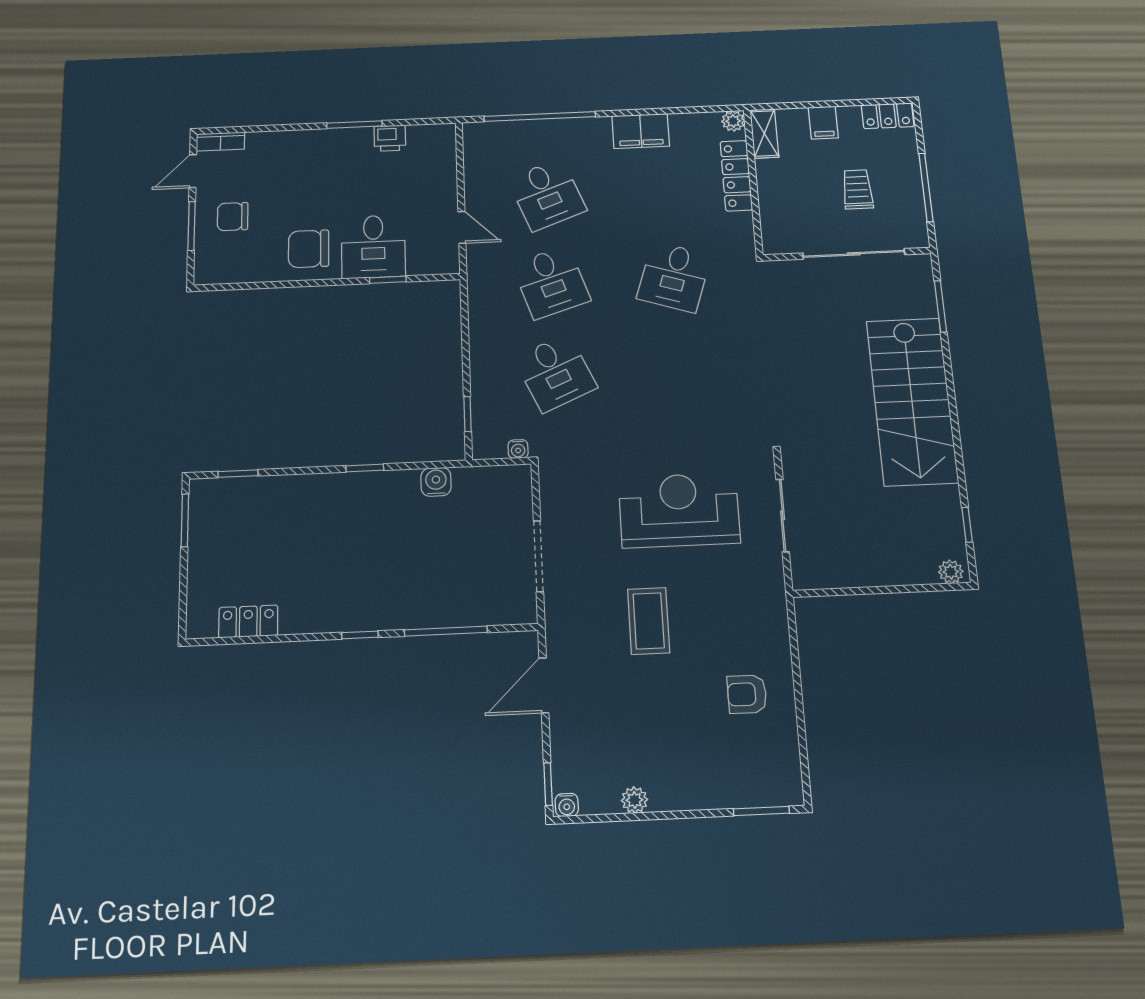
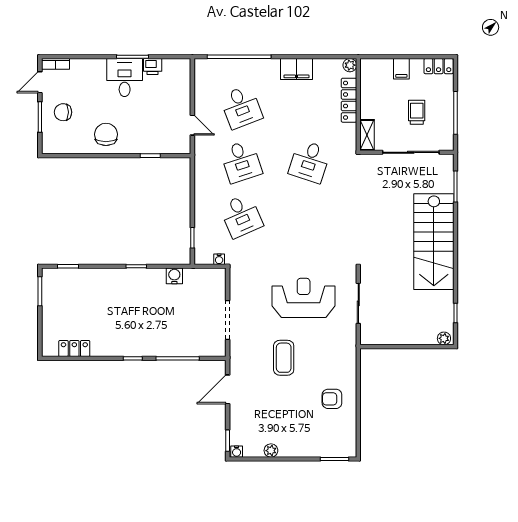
shelving: (764, 133) -> (367, 135), moved
desk: (373, 247) -> (125, 78), moved, turned 180
chair: (309, 249) -> (106, 134), turned 90

